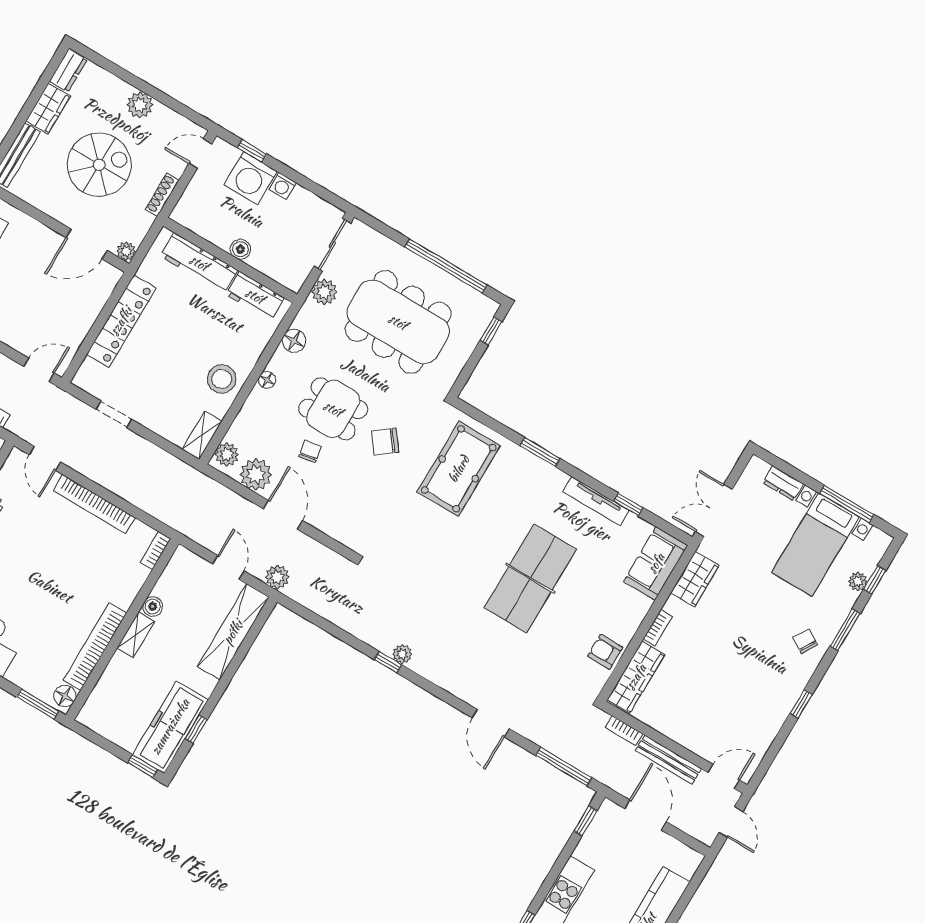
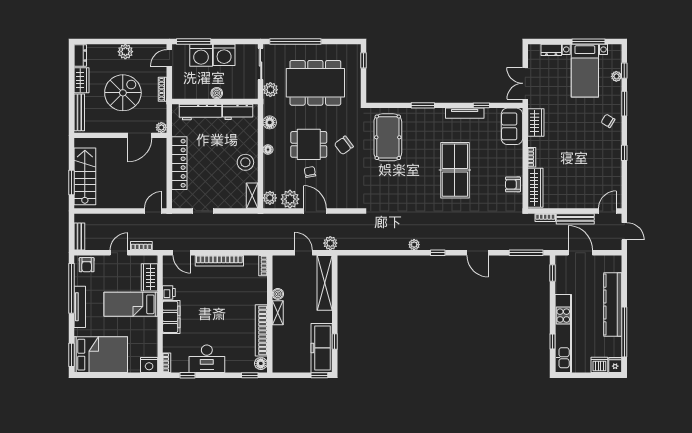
window: (252, 151) -> (194, 42), width x2.17
washing machine: (283, 186) -> (224, 55), width x1.89, depth x1.89
window: (446, 266) -> (295, 42), moved
window: (388, 662) -> (438, 253), moved
window: (38, 704) -> (250, 375), width x0.67

